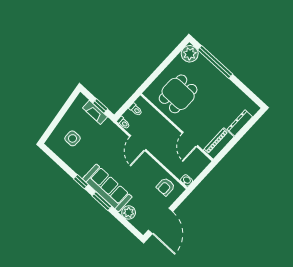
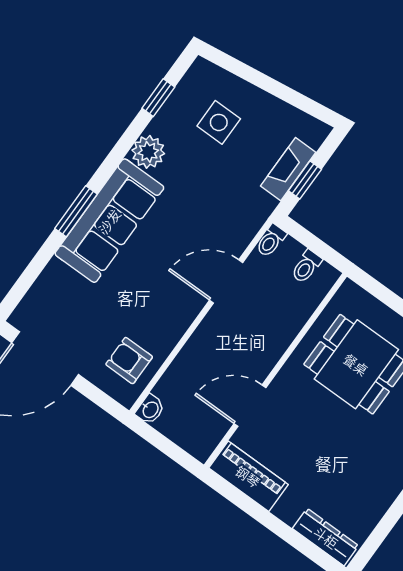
dresser: (240, 123) -> (326, 537), moved
window: (81, 182) -> (158, 98), moved
plant: (129, 212) -> (148, 152), moved

